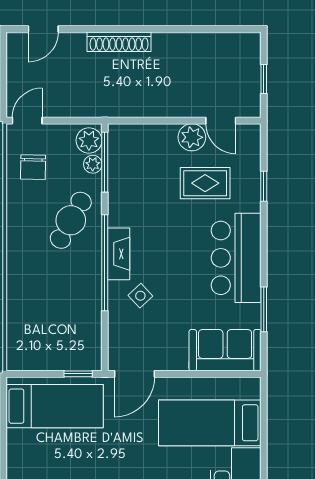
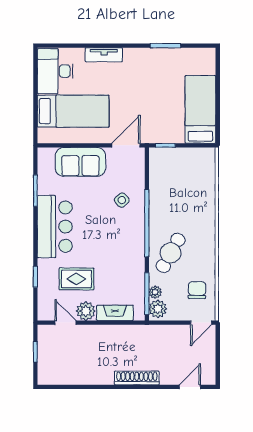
fireplace: (119, 254) -> (115, 313), moved, turned 90
sofa: (225, 350) -> (80, 162), moved
bed: (55, 406) -> (200, 109), moved, turned 90

